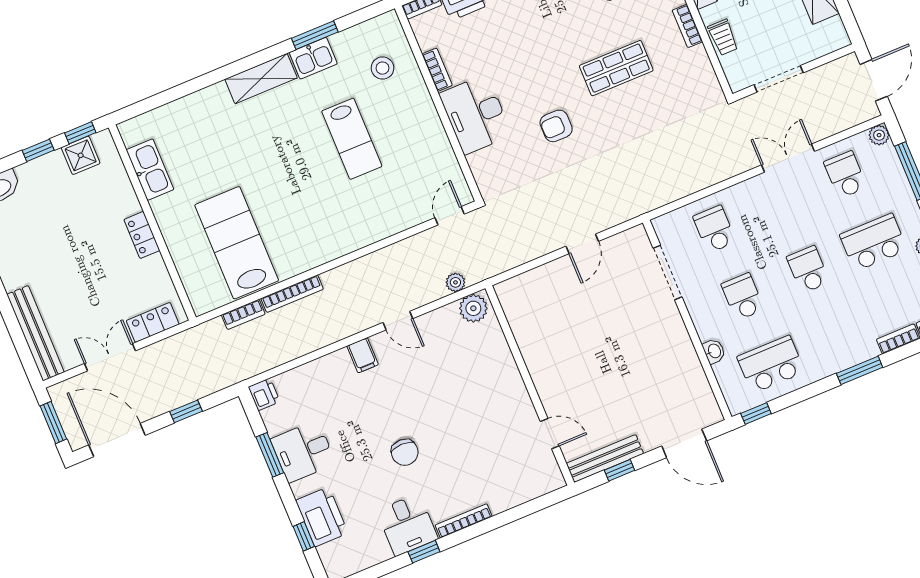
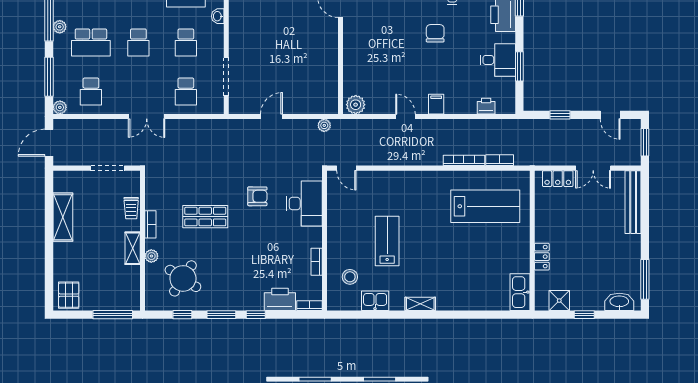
window: (315, 35) -> (383, 315), removed
trolley: (723, 37) -> (131, 208), turned 180
kitchen sink: (313, 58) -> (375, 301), moved
shelving: (261, 79) -> (420, 304), width x0.67, depth x0.75
desk: (476, 114) -> (304, 204), moved
window: (80, 133) -> (554, 315), removed
double door: (788, 158) -> (147, 117), moved
kitchen sink: (150, 170) -> (520, 292), moved
door: (450, 216) -> (346, 168), hinge flipped
locker: (142, 235) -> (542, 257), moved
lab bench: (237, 243) -> (485, 206), turned -90
plant: (455, 282) -> (324, 125), moved
printer: (264, 394) -> (486, 106), moved, turned 90
door: (117, 440) -> (610, 115), width x0.53

